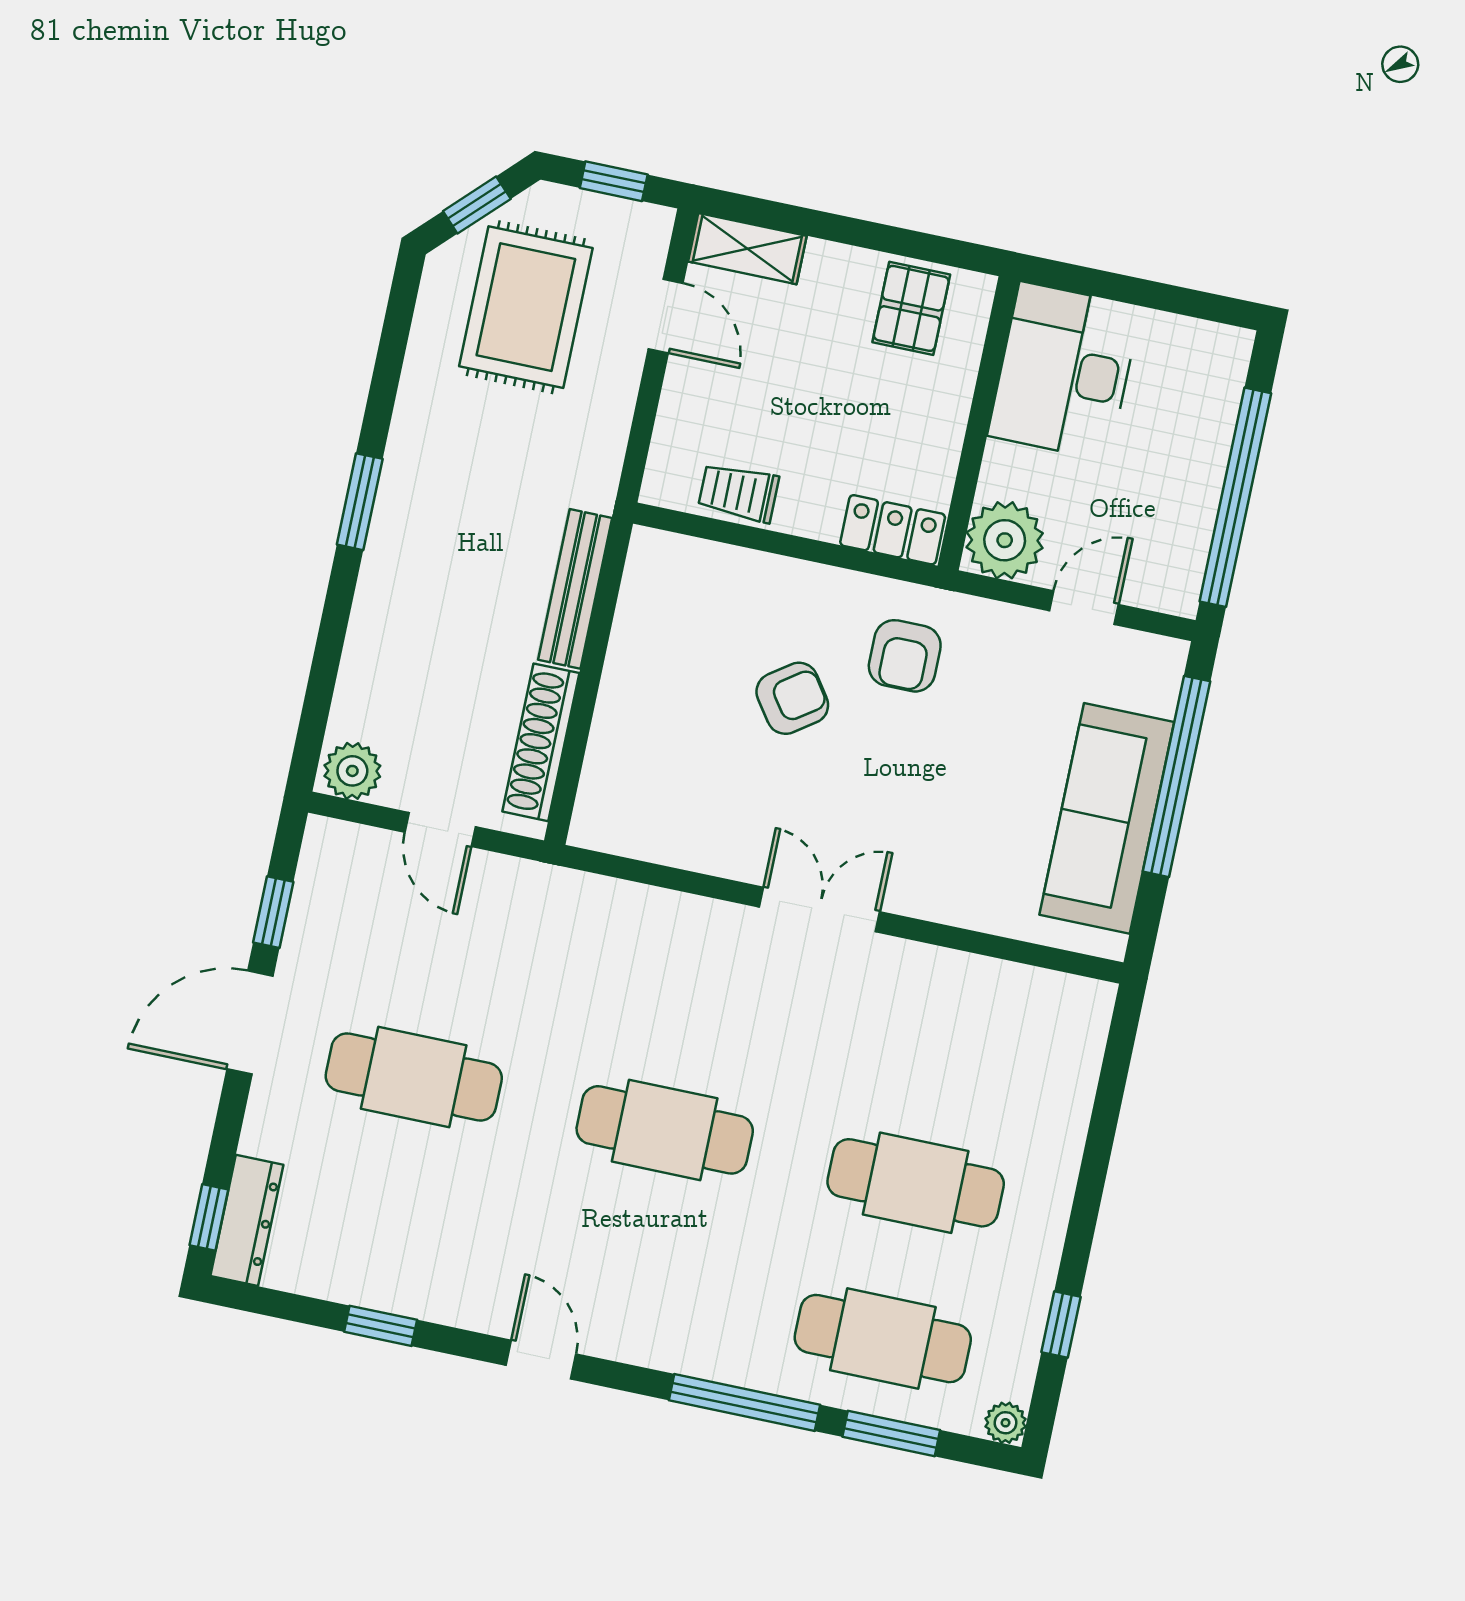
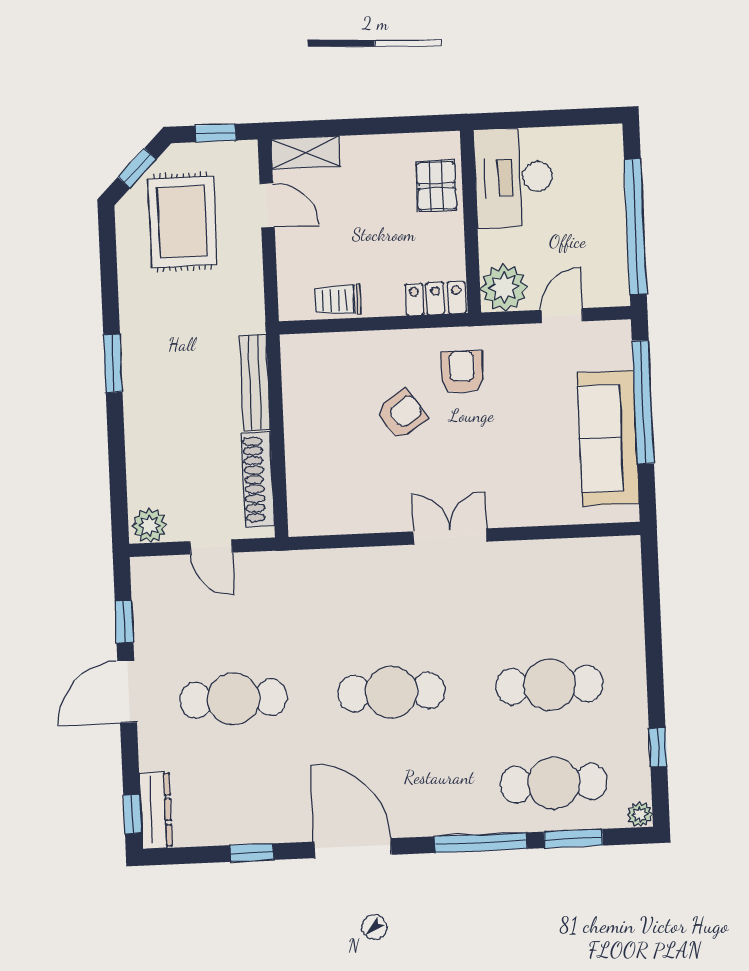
pallet: (911, 308) -> (436, 186), moved
armchair: (905, 656) -> (462, 372), turned 180
door: (541, 1360) -> (353, 848), width x1.88

